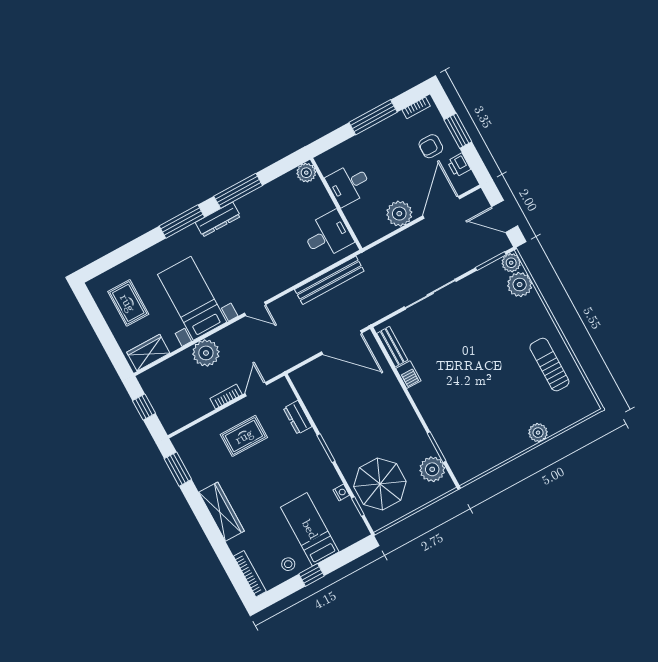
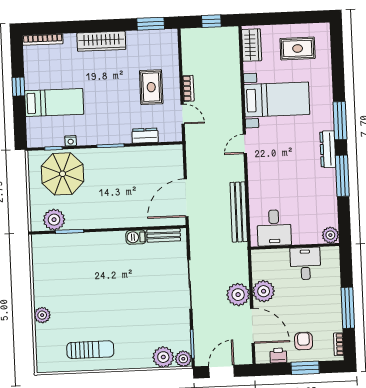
plant: (206, 353) -> (238, 295), moved
stool: (288, 564) -> (36, 73), removed

